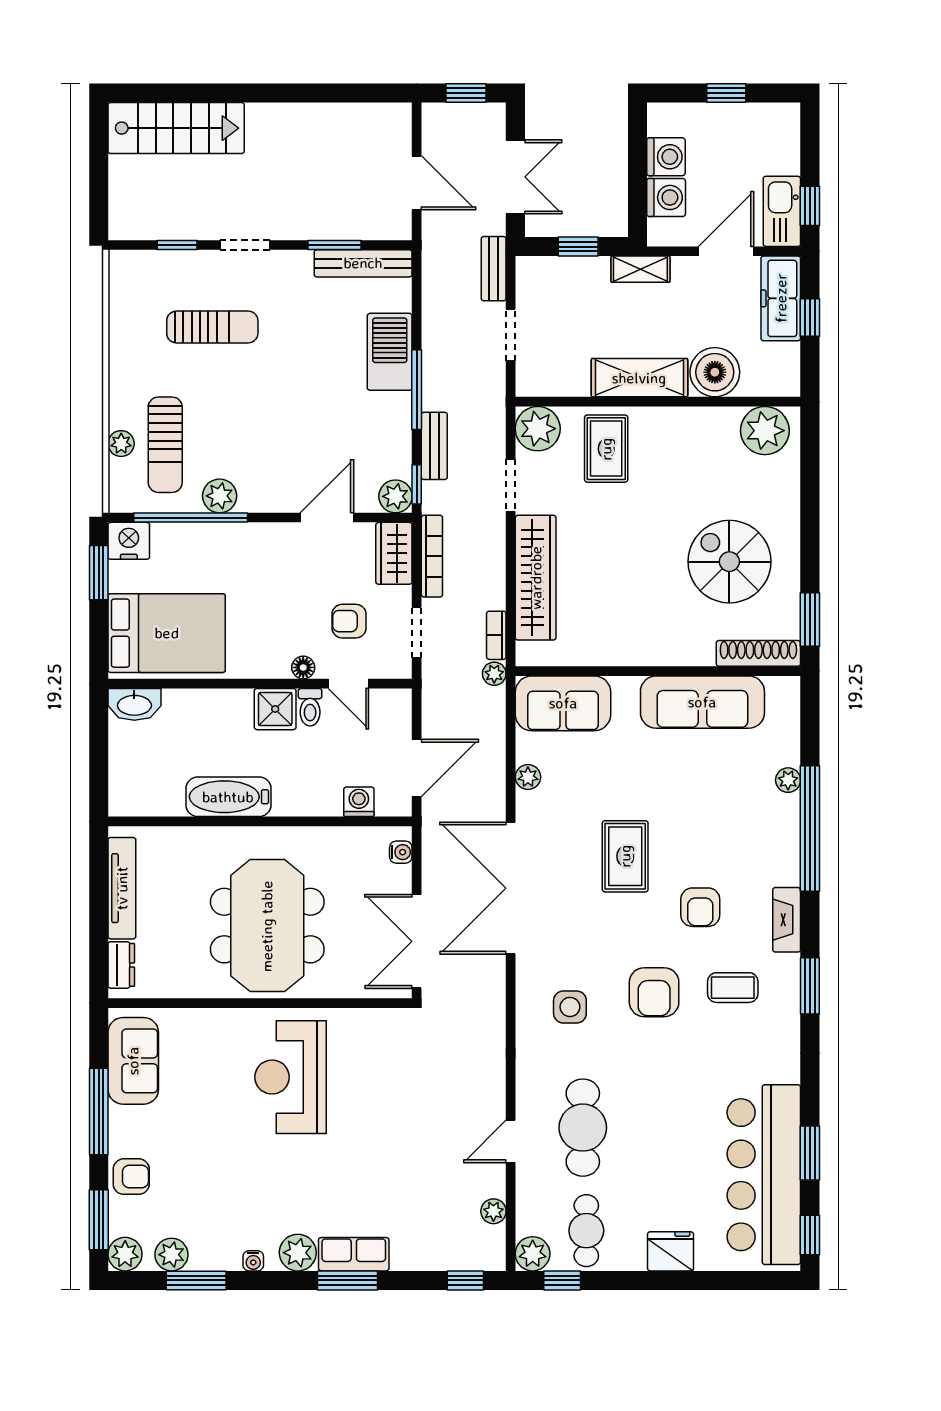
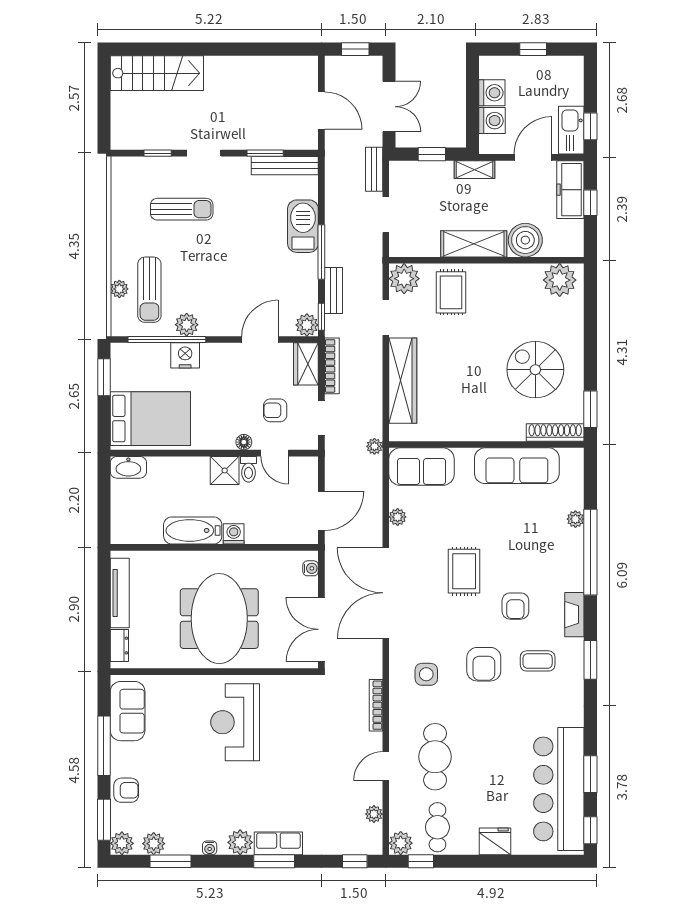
nightstand: (129, 541) -> (185, 355), moved
bookcase: (496, 635) -> (376, 705), moved, width x1.56
washing machine: (359, 802) -> (234, 534), moved

